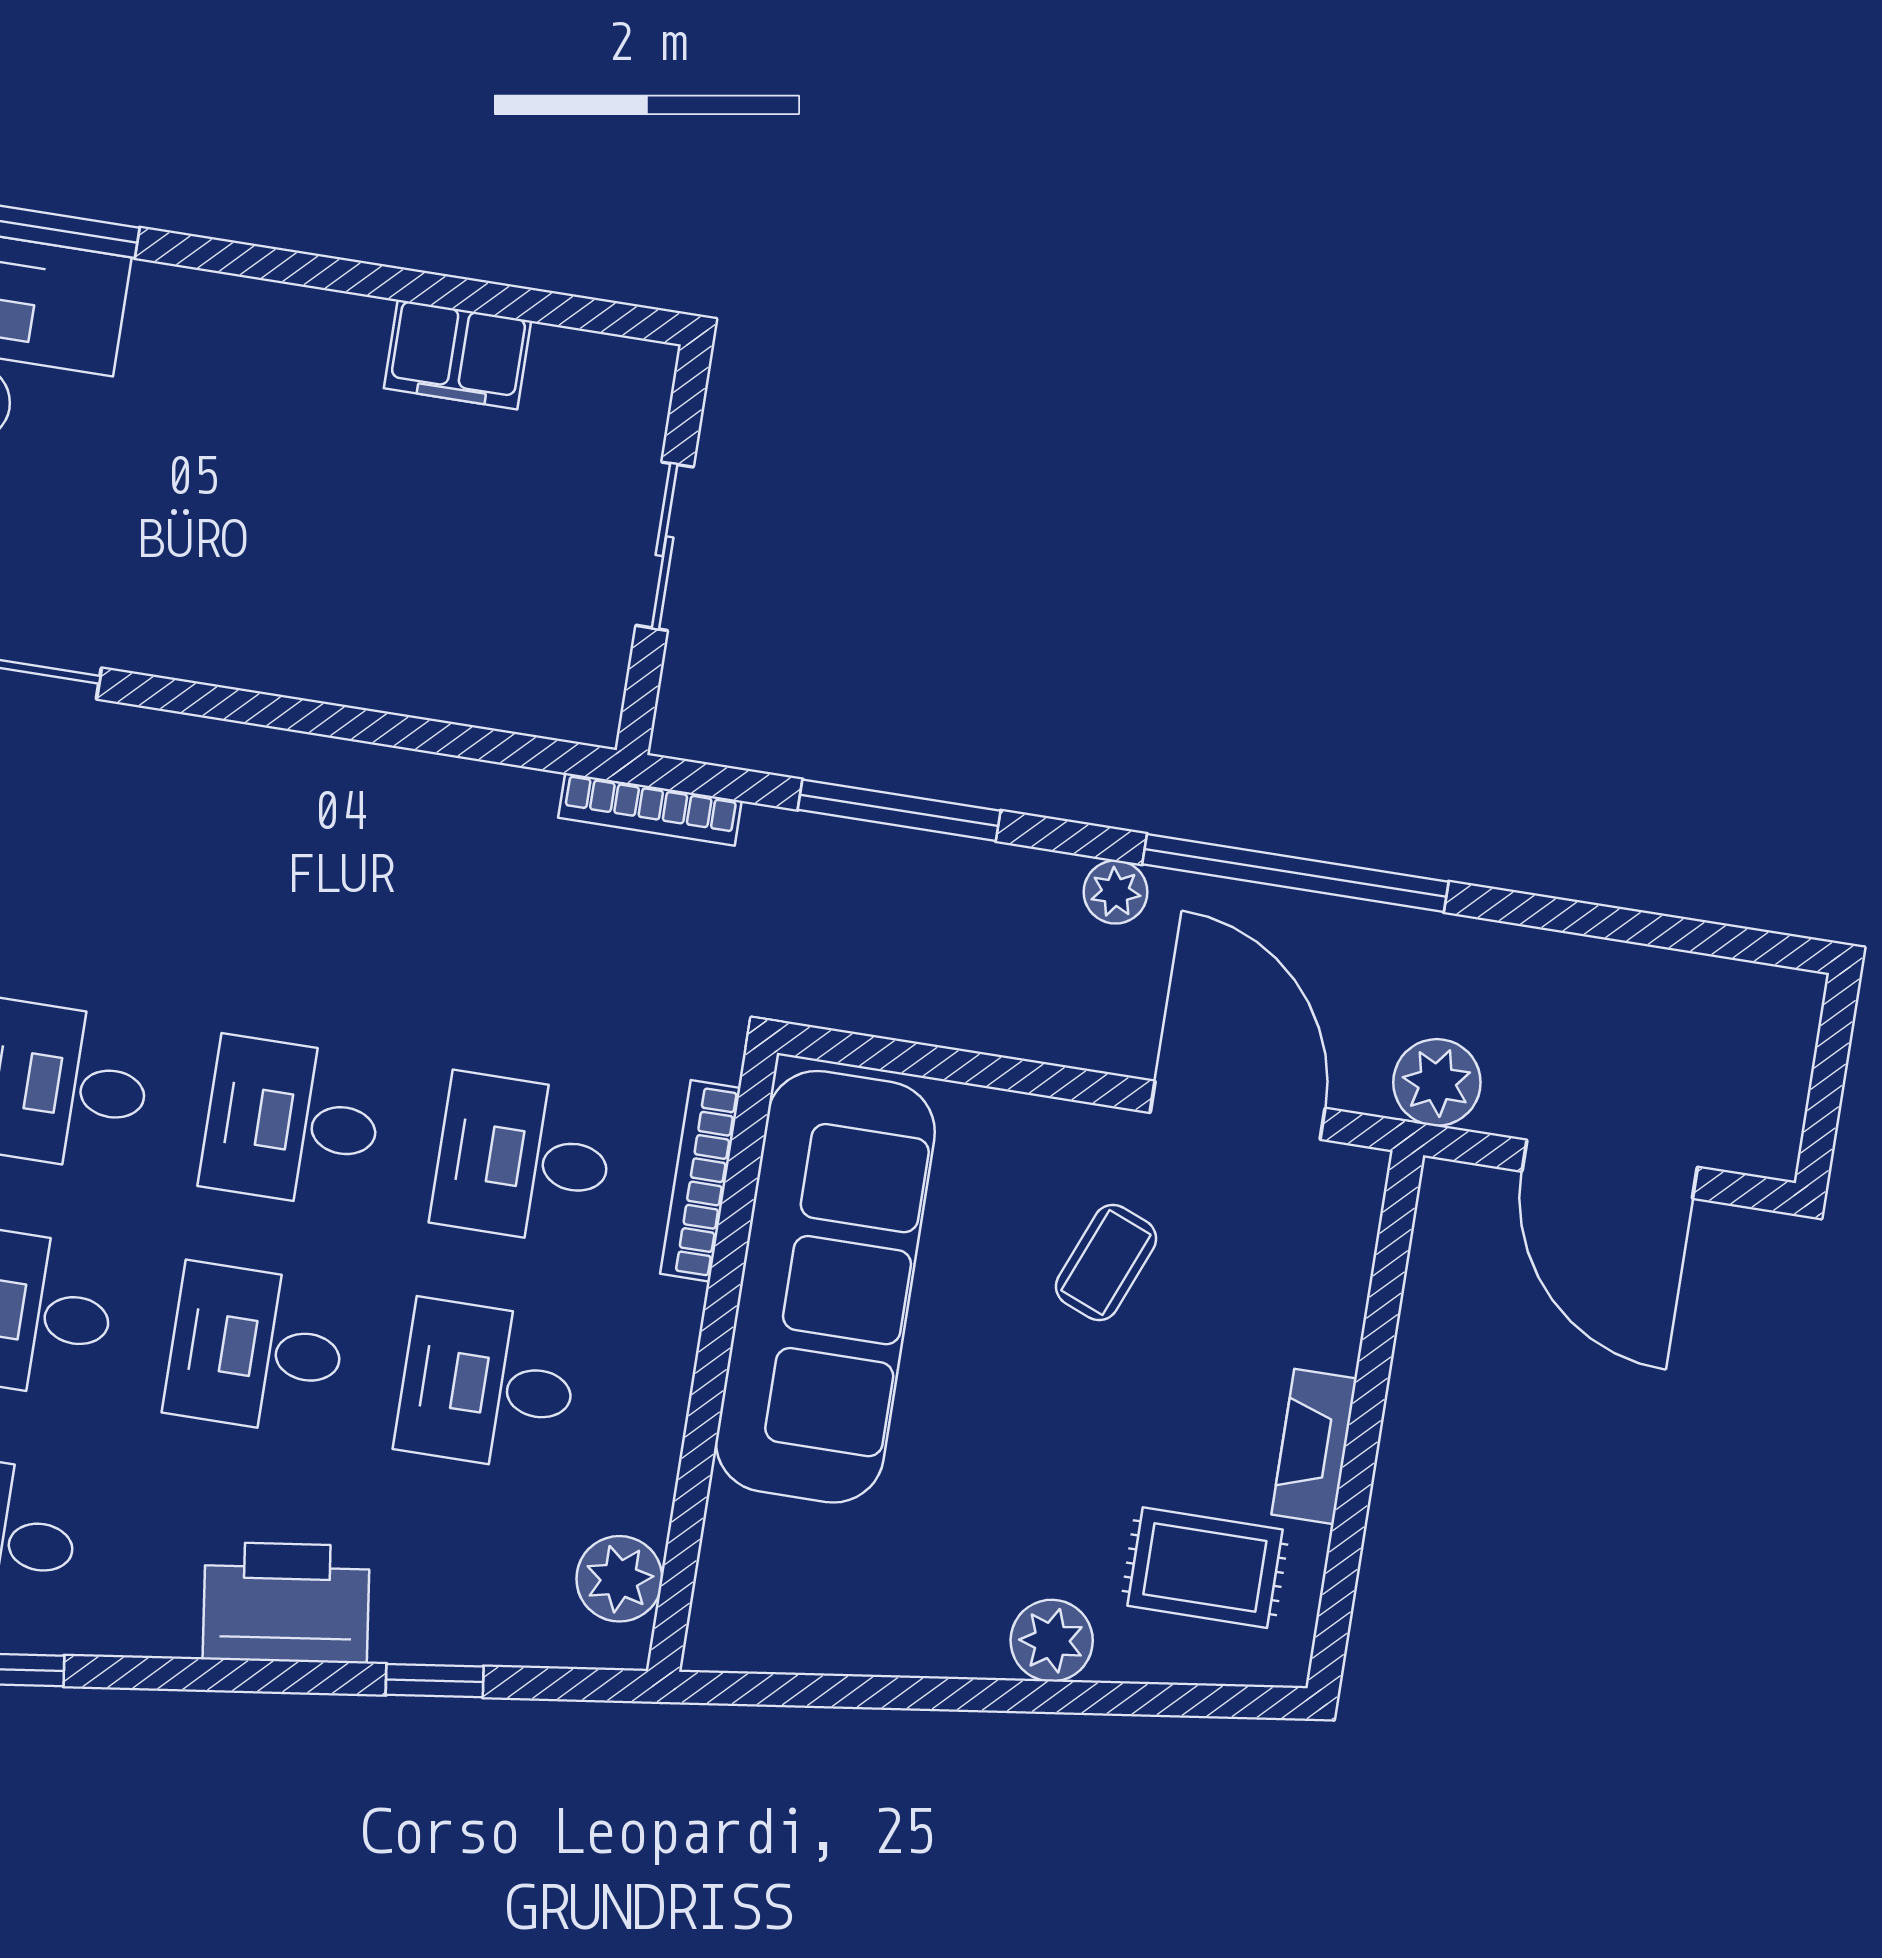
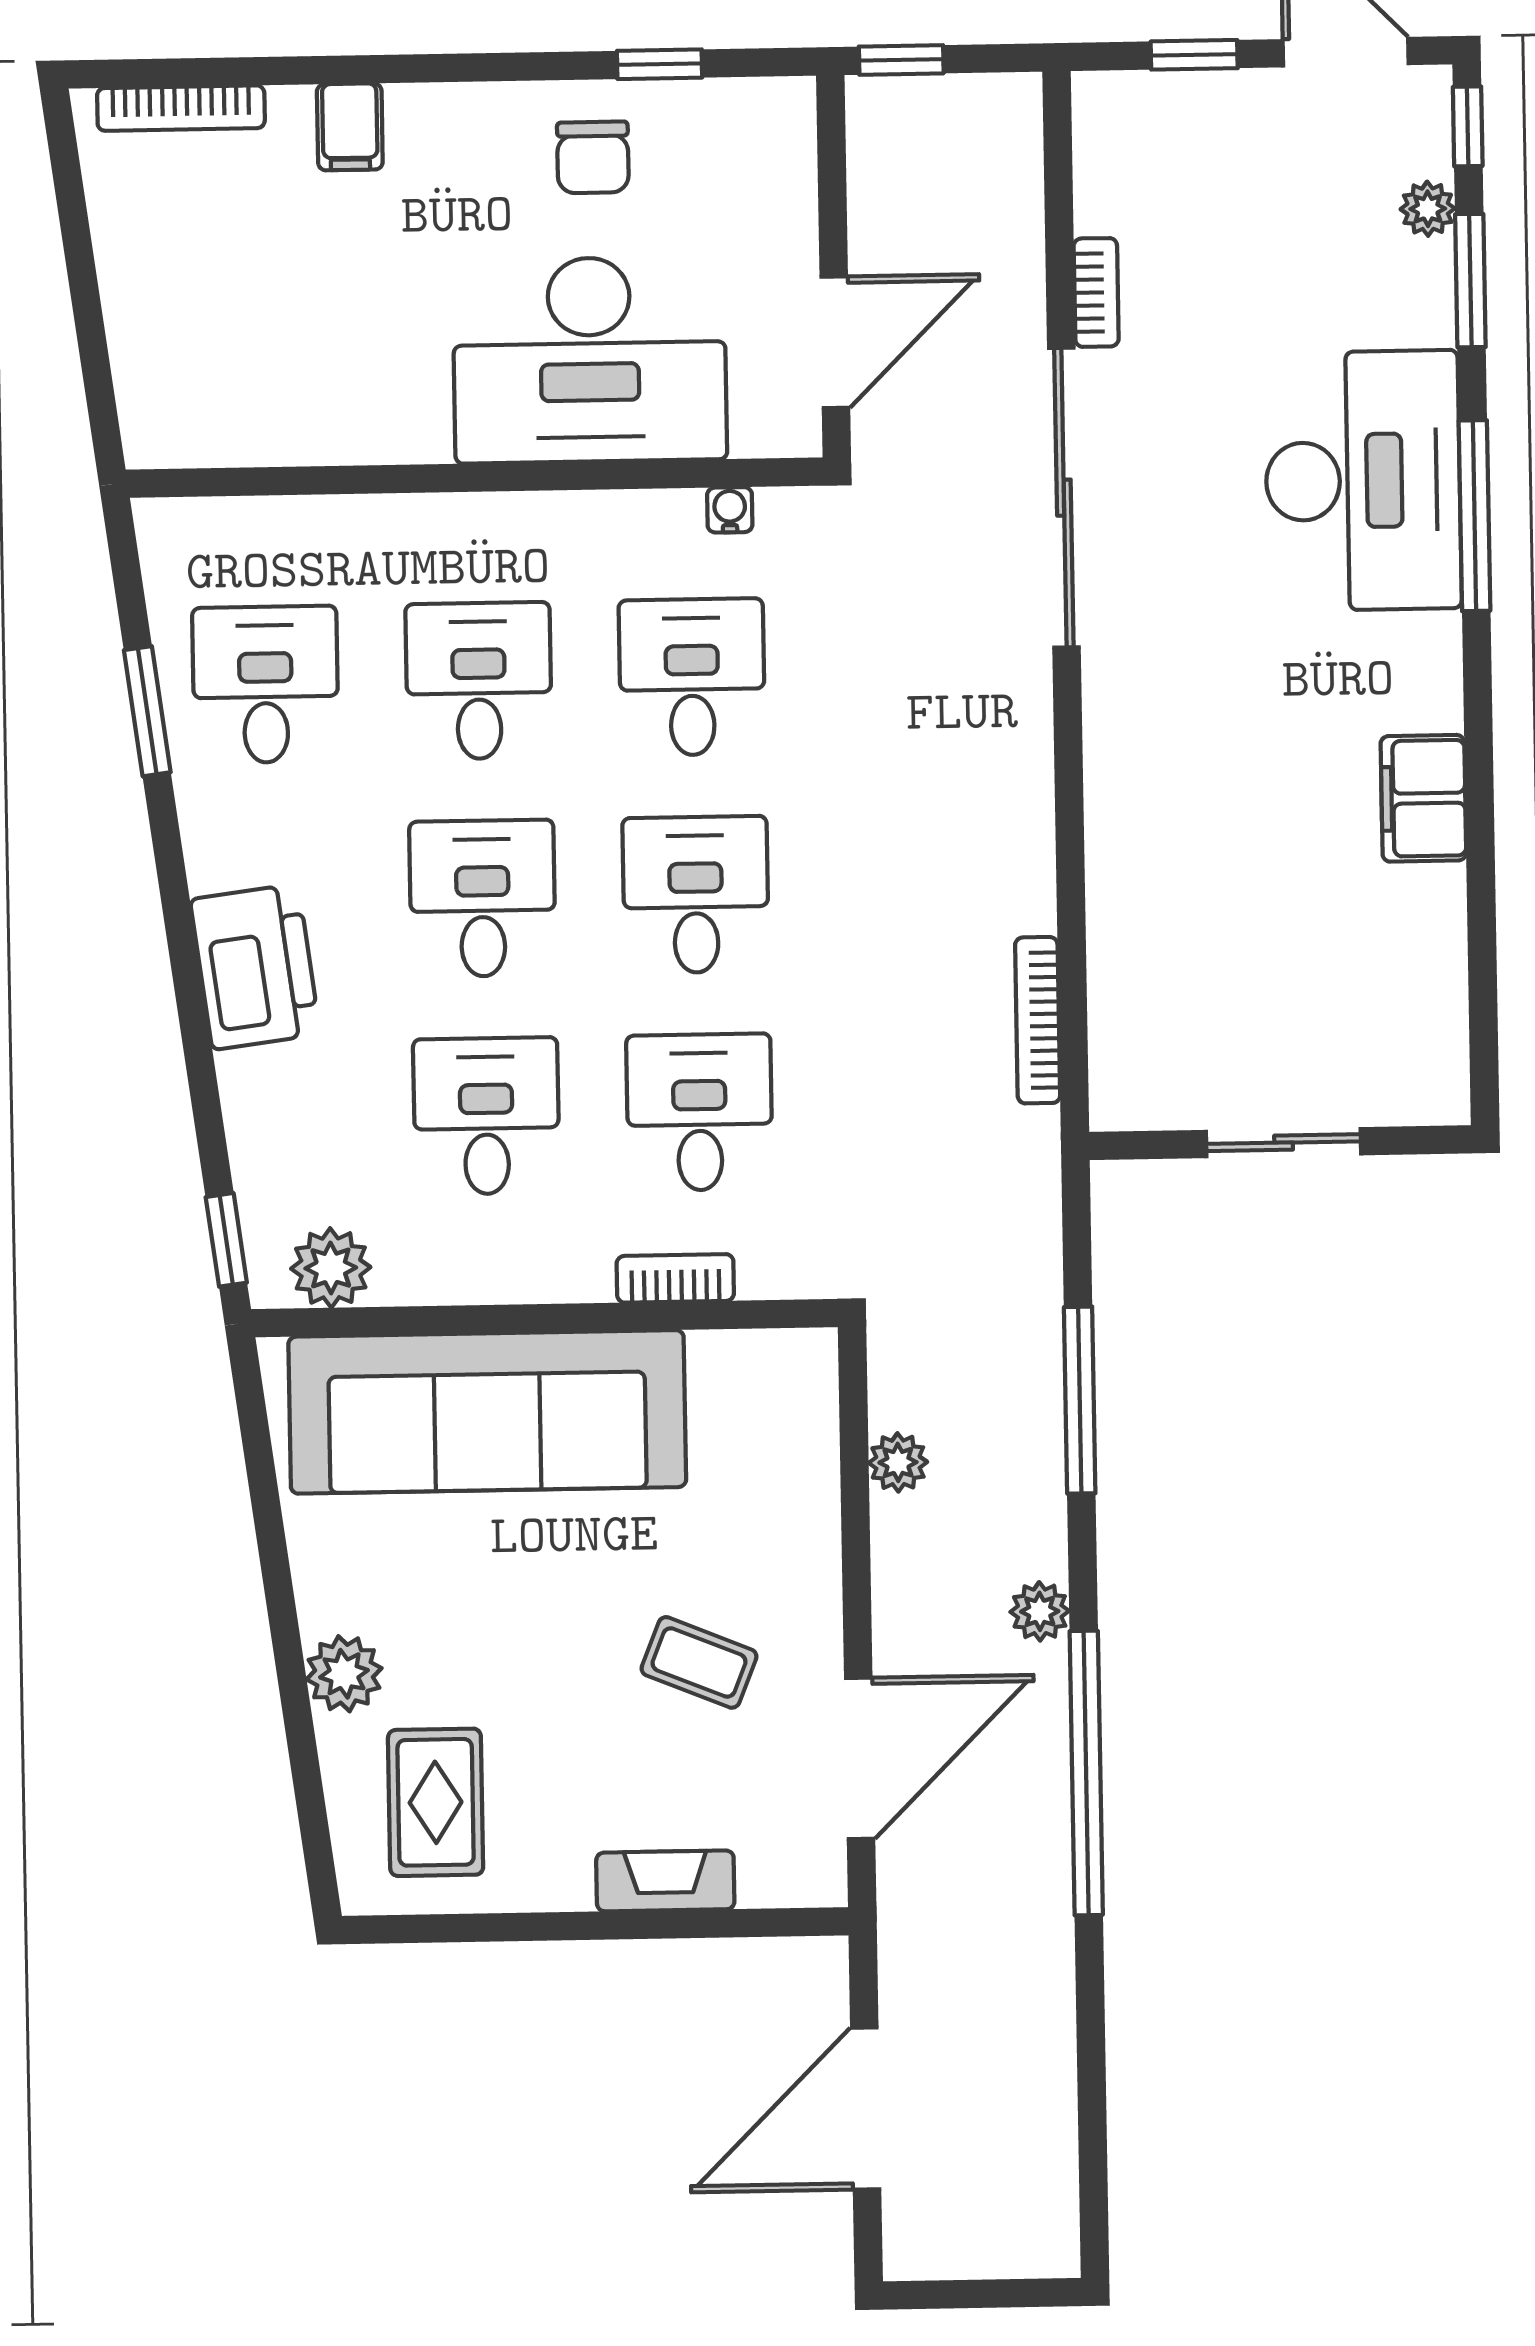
filing cabinet: (457, 355) -> (1423, 798), moved
bookcase: (650, 809) -> (1038, 1020), moved
plant: (1437, 1082) -> (898, 1462), moved, width x0.73, depth x0.73
bookcase: (700, 1181) -> (675, 1278), width x0.64
sofa: (825, 1287) -> (487, 1412), moved
fireplace: (1314, 1446) -> (665, 1881), moved
window: (435, 1681) -> (226, 1240), moved

